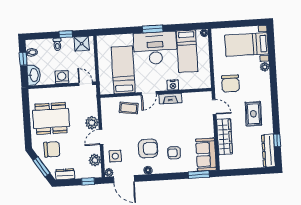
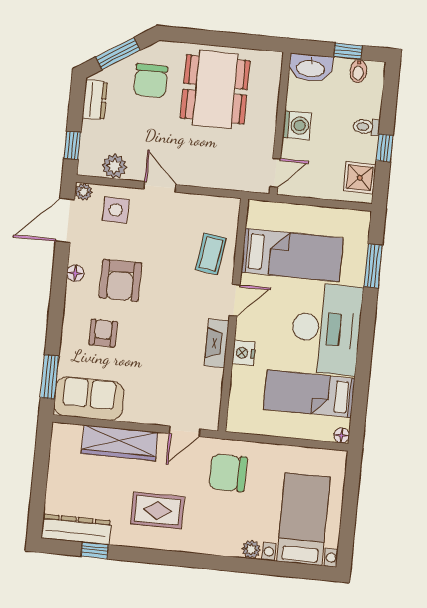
window: (153, 29) -> (373, 266), moved
door: (149, 93) -> (235, 300), swing flipped
plant: (92, 123) -> (193, 173), removed

